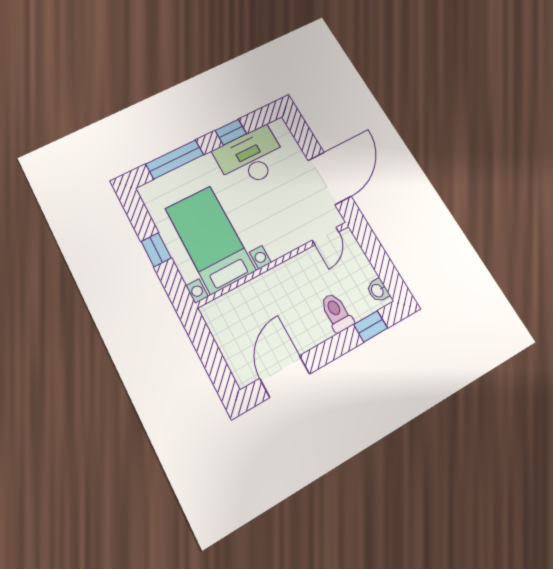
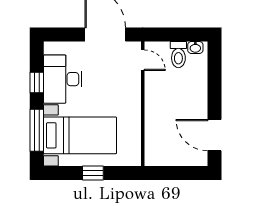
bed with nightstands: (210, 239) -> (80, 135), moved, turned 180
toilet: (337, 312) -> (178, 55), moved, turned -90
window: (371, 326) -> (215, 65), removed

